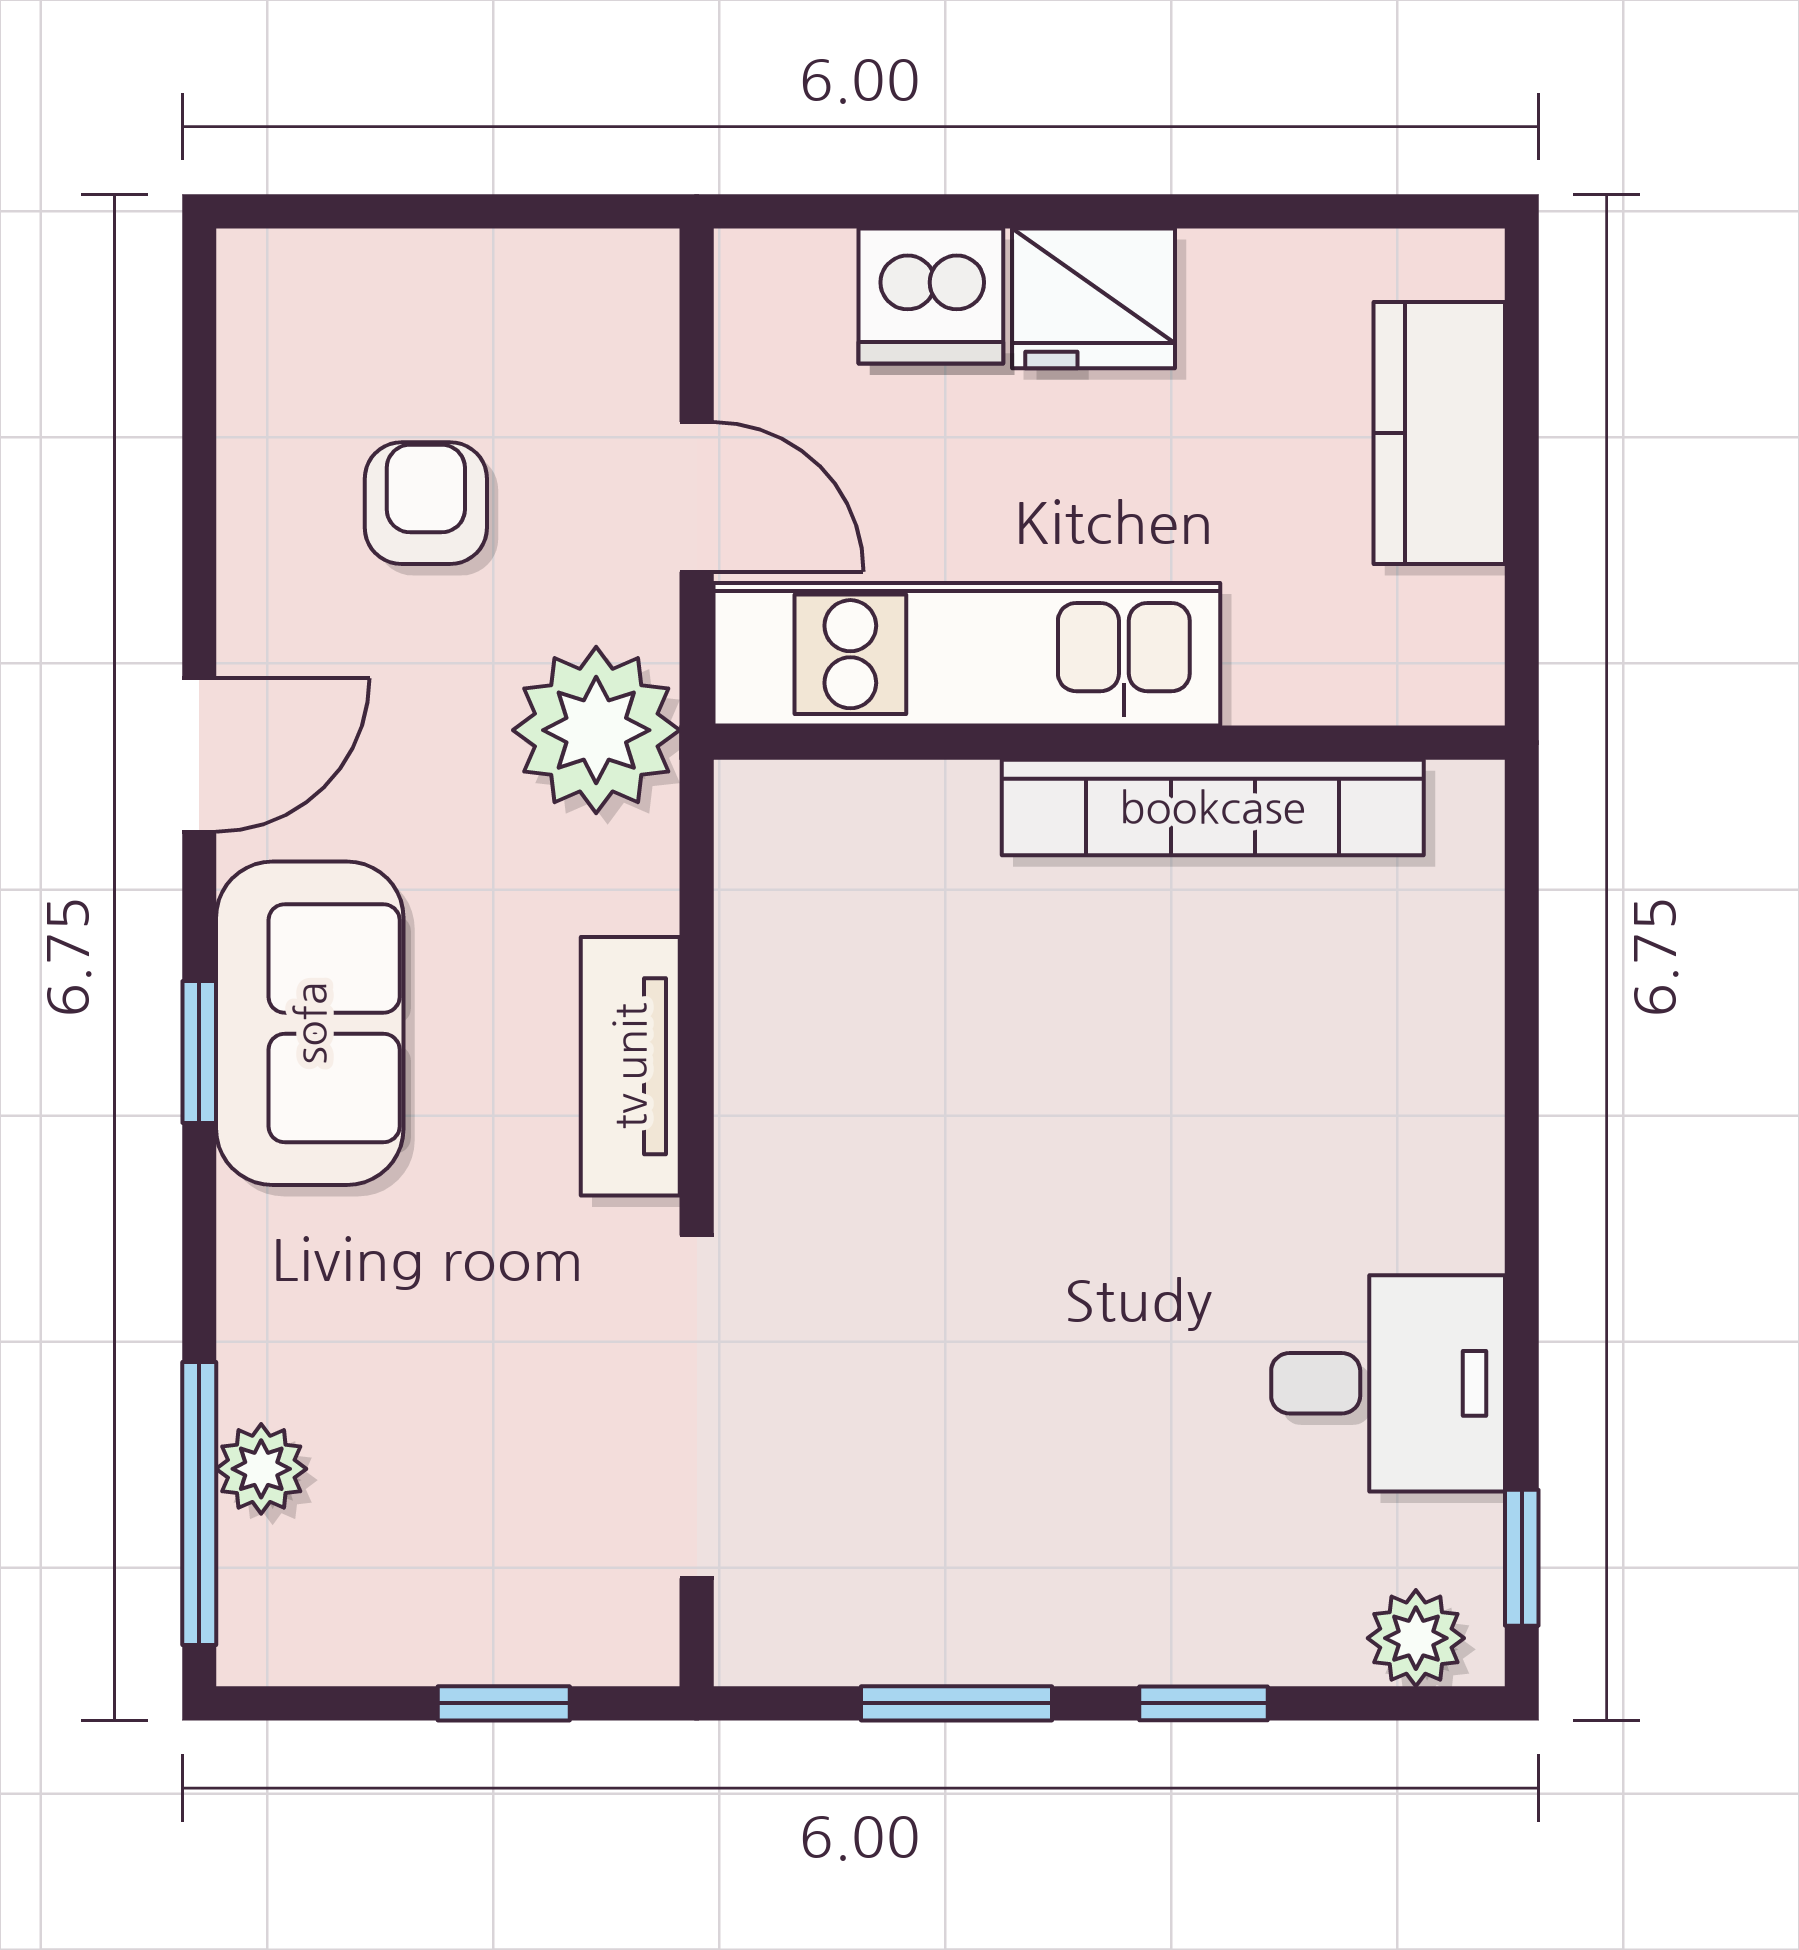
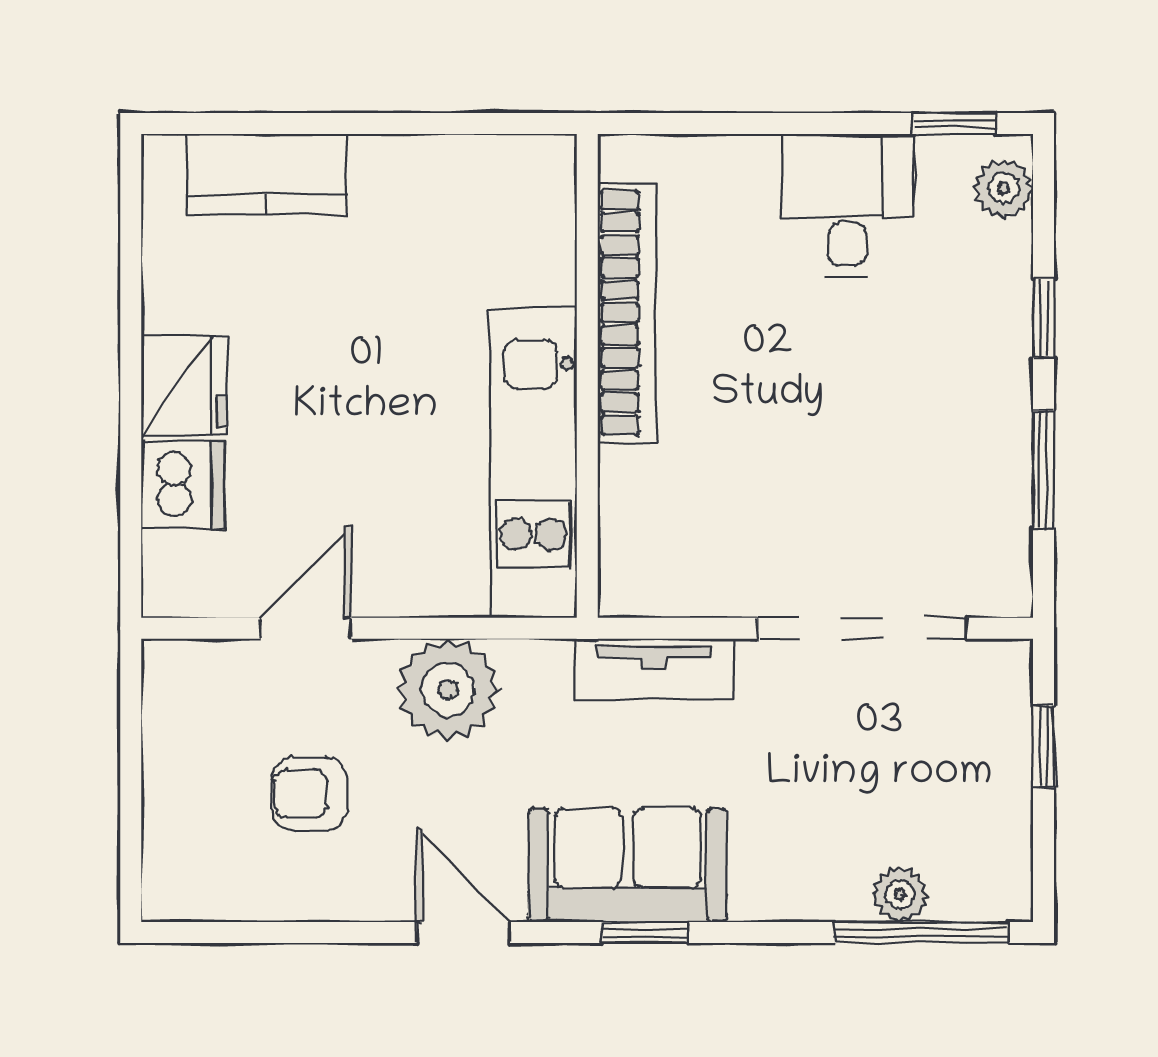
kitchen unit: (967, 654) -> (533, 463), moved
wall: (1109, 743) -> (587, 376), moved
bookcase: (1213, 807) -> (627, 313), moved

